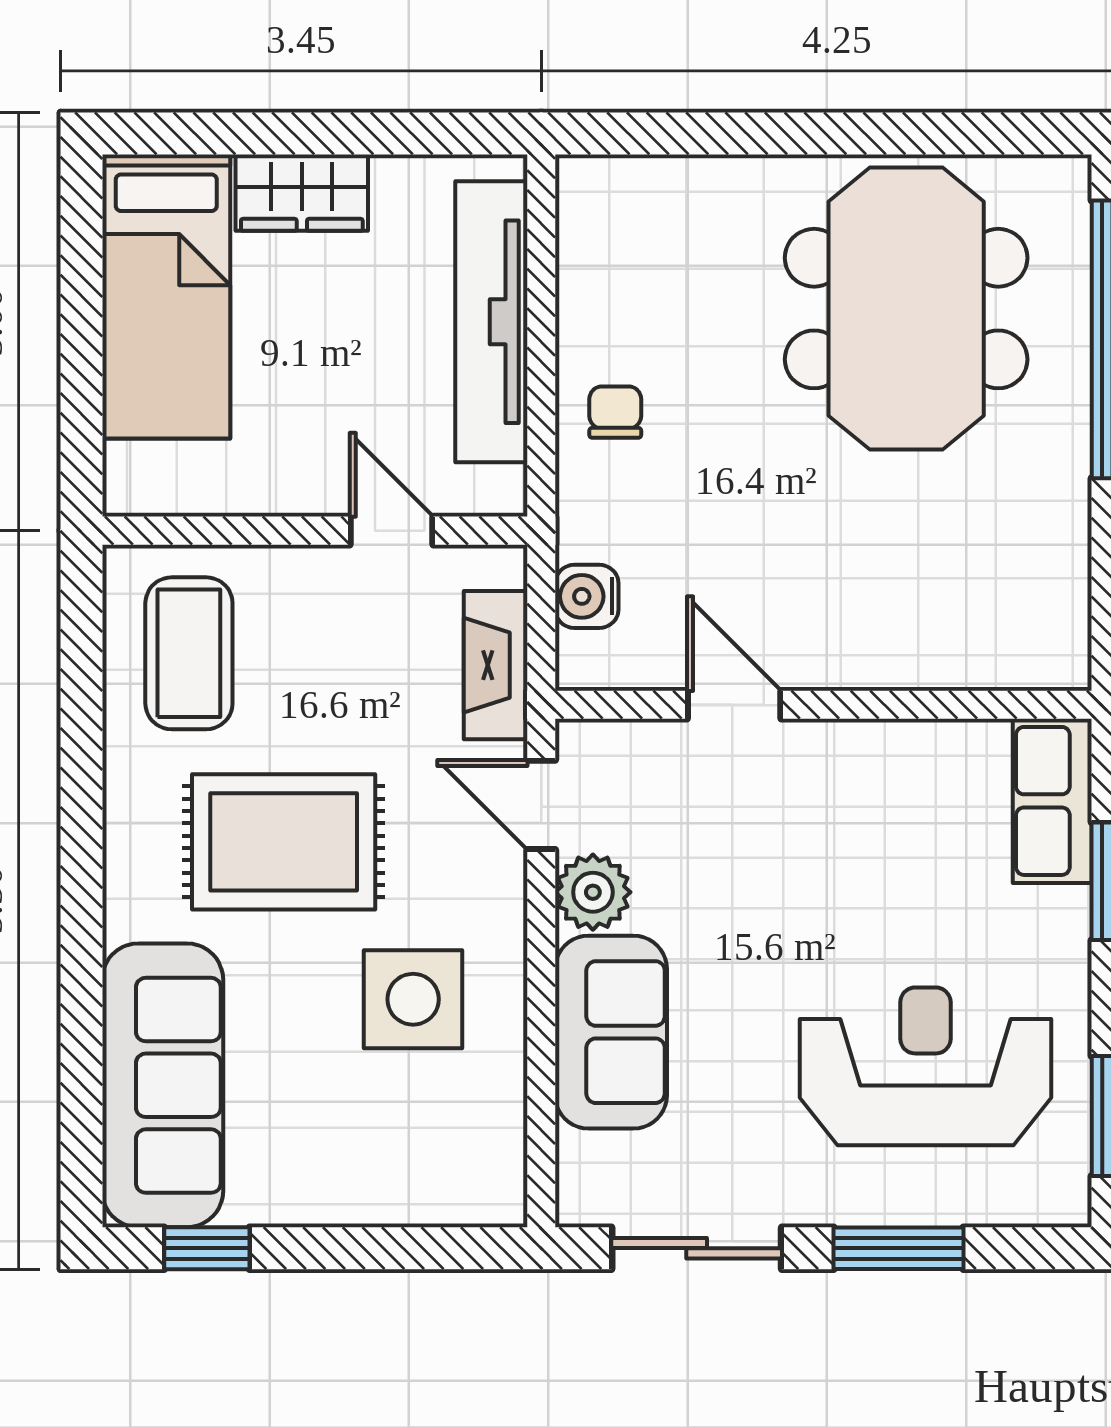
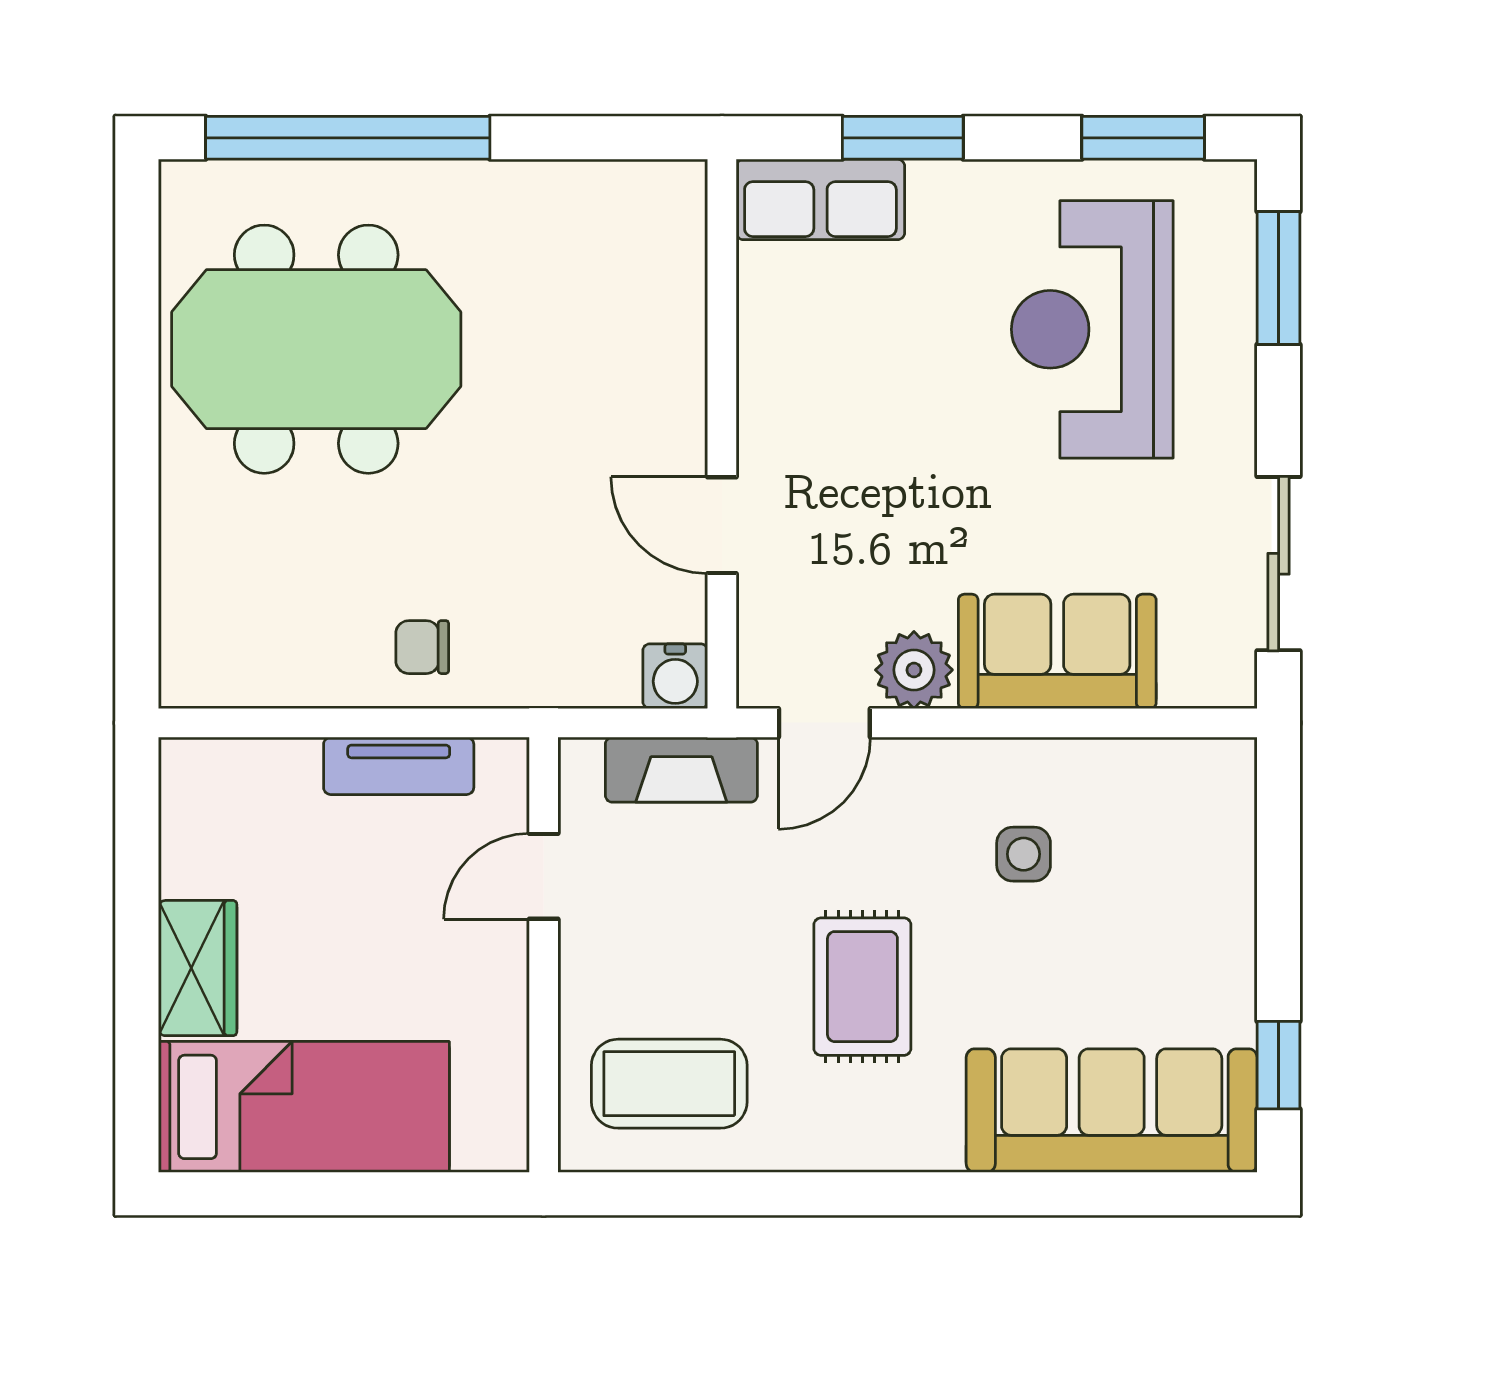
tv unit: (491, 322) -> (399, 766), width x0.52, depth x0.78
water cooler: (587, 596) -> (675, 676), moved
door: (734, 705) -> (722, 525), hinge flipped
rug: (284, 842) -> (862, 987), width x0.73, depth x0.70
side table: (413, 999) -> (1024, 854), width x0.54, depth x0.54
window: (899, 1248) -> (1279, 278), moved

